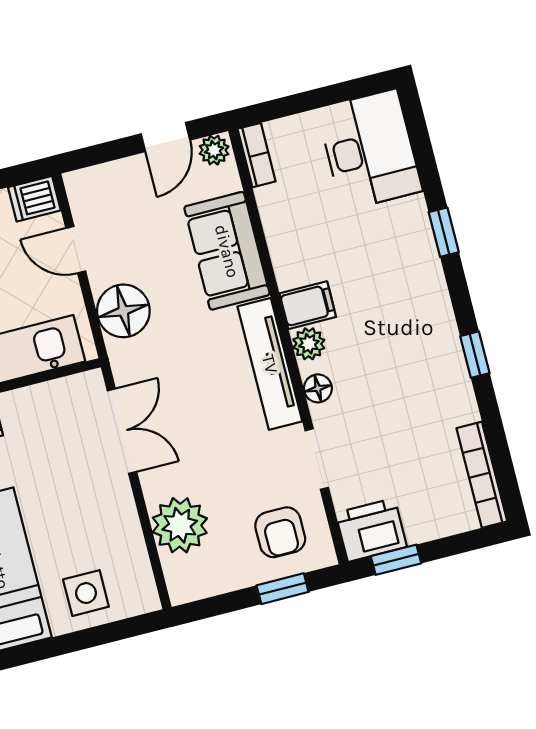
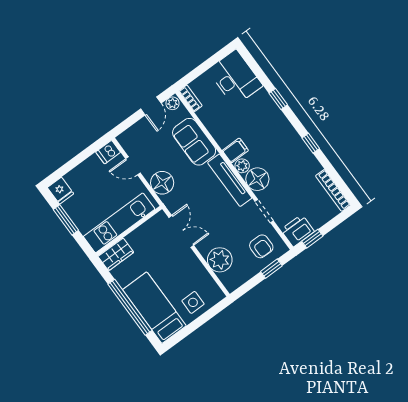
floor lamp: (318, 388) -> (257, 179), width x1.89, depth x1.89

